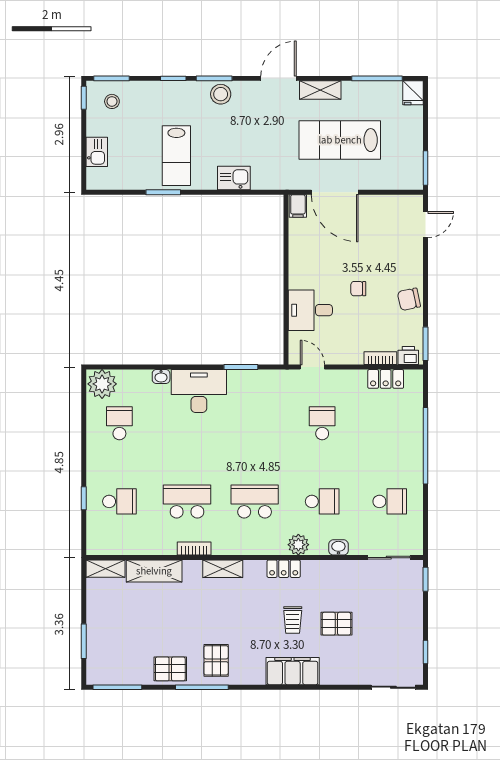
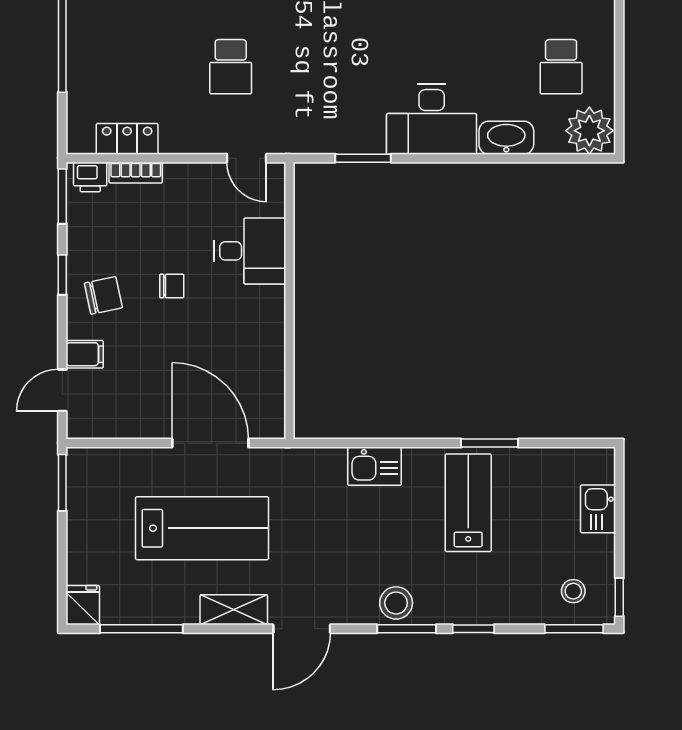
filing cabinet: (298, 206) -> (85, 354), moved, turned 90
window: (425, 296) -> (62, 275), added
chair: (409, 299) -> (103, 295), moved
washbasin: (161, 376) -> (506, 138), width x1.91, depth x1.45

